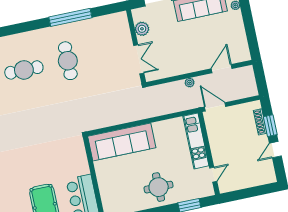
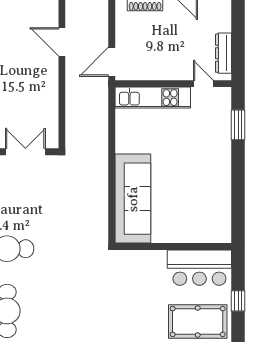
plant: (190, 83) -> (72, 89), removed
dresser: (238, 184) -> (224, 53), added
round table: (159, 187) -> (205, 162), removed

